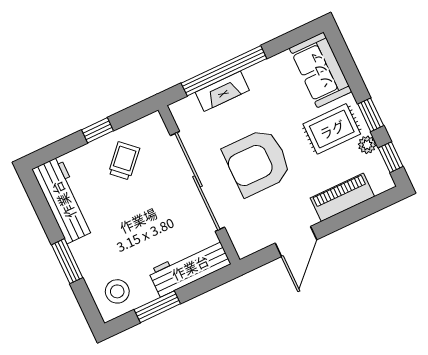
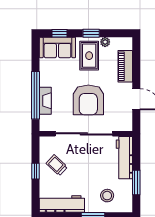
window: (391, 157) -> (59, 33), moved
stool: (117, 291) -> (107, 196), moved

